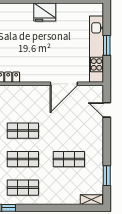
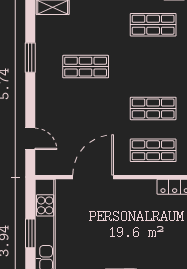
shop shelf: (23, 159) -> (153, 150), moved
window: (107, 176) -> (30, 58), moved

